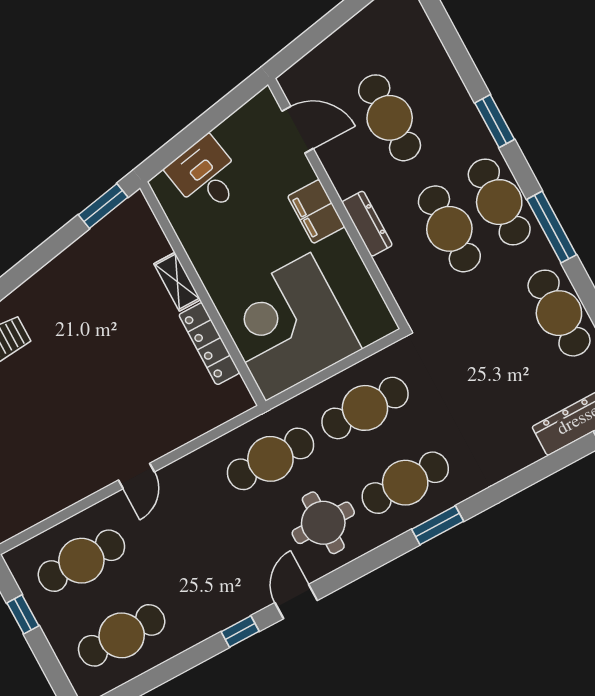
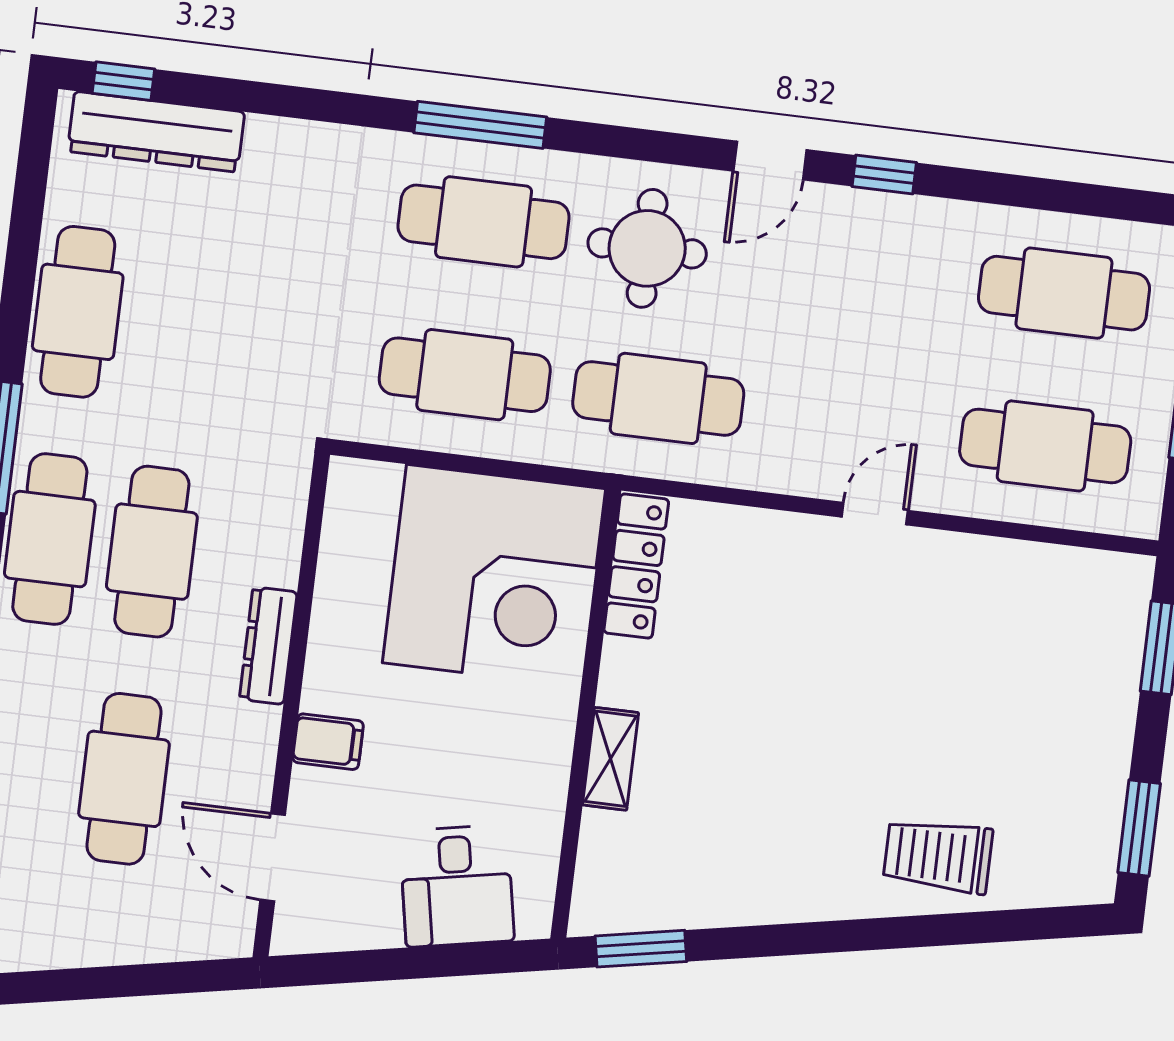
filing cabinet: (316, 211) -> (328, 742), width x0.50
locker: (209, 344) -> (636, 566), moved
window: (438, 525) -> (480, 125), width x1.44

